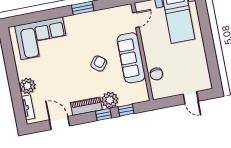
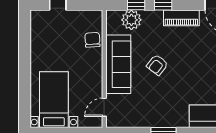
plant: (110, 100) -> (131, 20), moved

